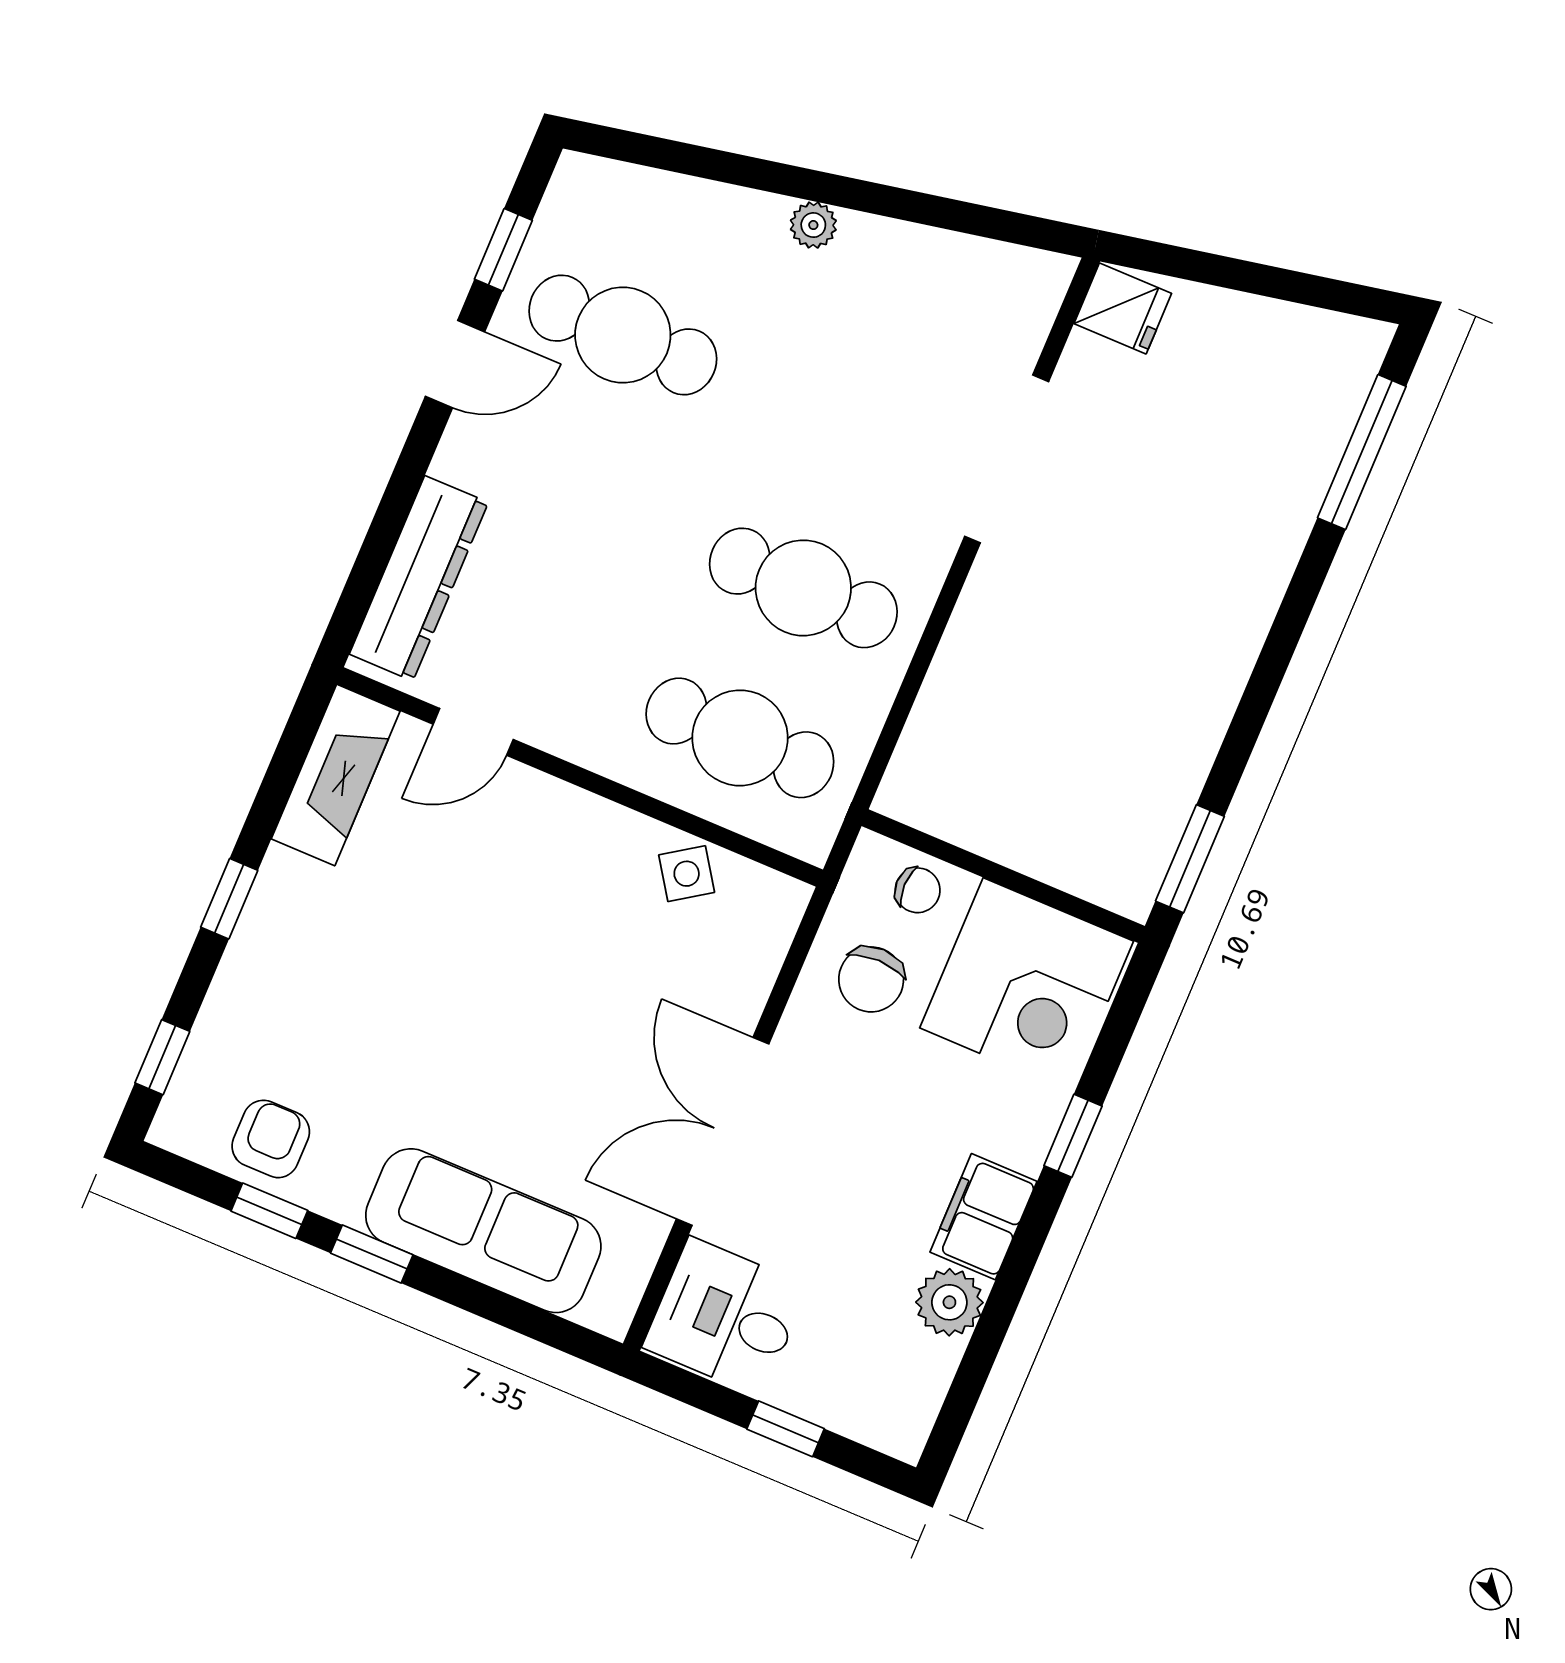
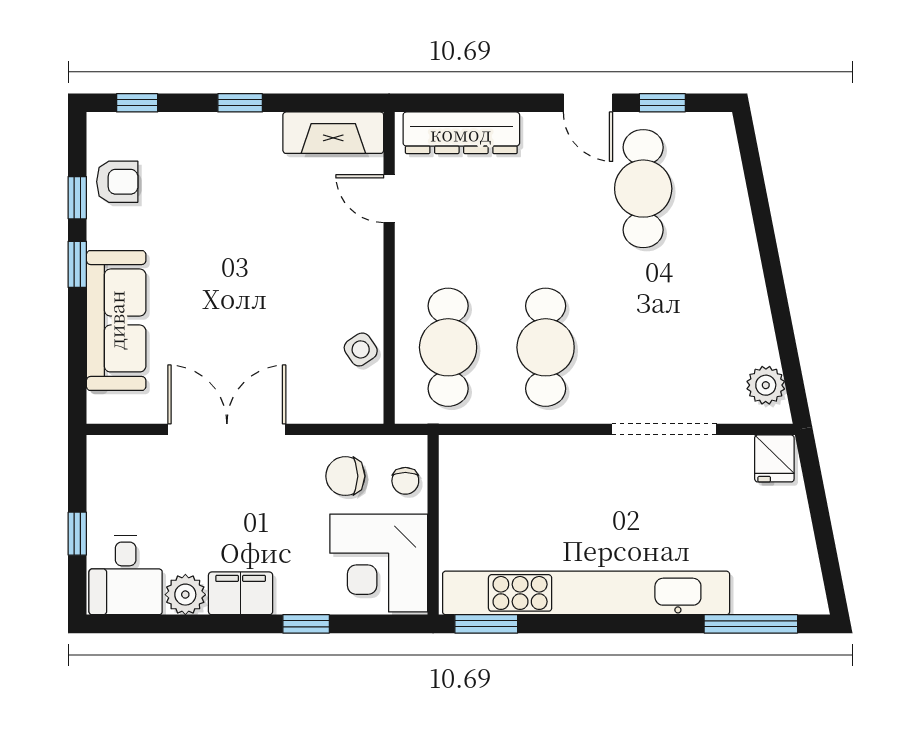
plant: (813, 225) -> (766, 385), moved, width x1.38, depth x1.38
kitchen unit: (1207, 685) -> (586, 593), added
desk: (726, 1317) -> (126, 575), moved, turned 180

